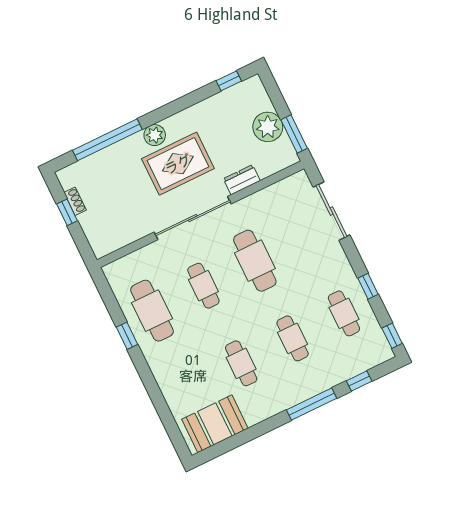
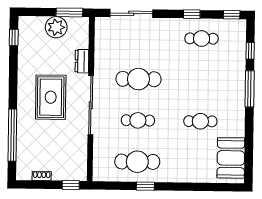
plant: (155, 135) -> (25, 103), removed
window: (67, 212) -> (71, 185), moved
cafe table: (293, 338) -> (201, 80), removed

